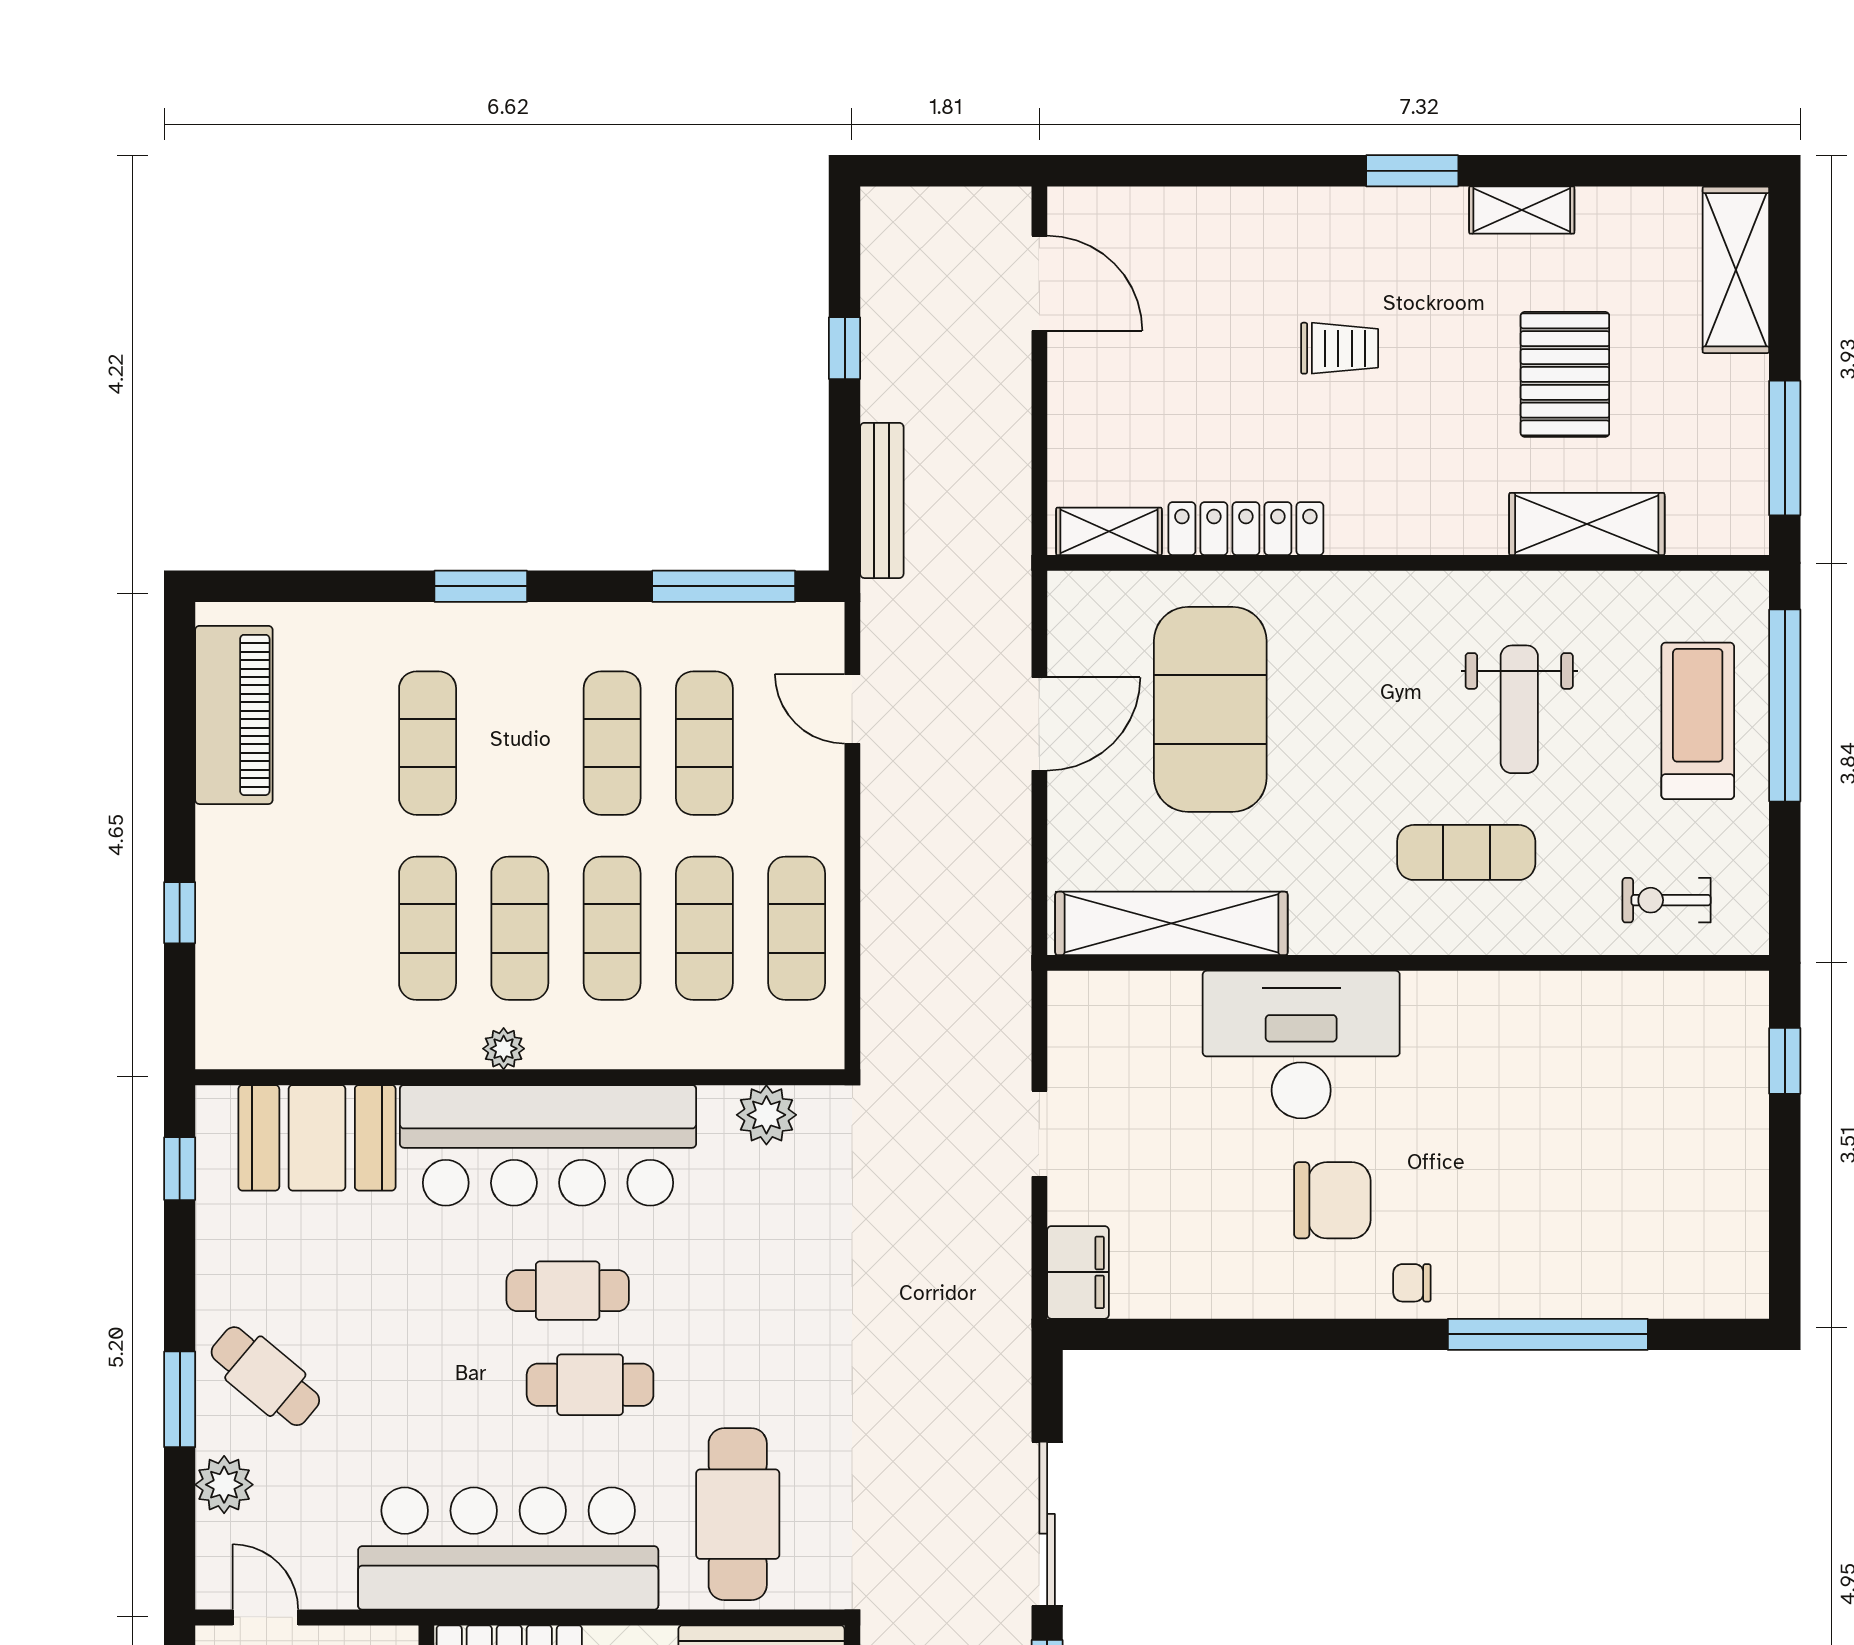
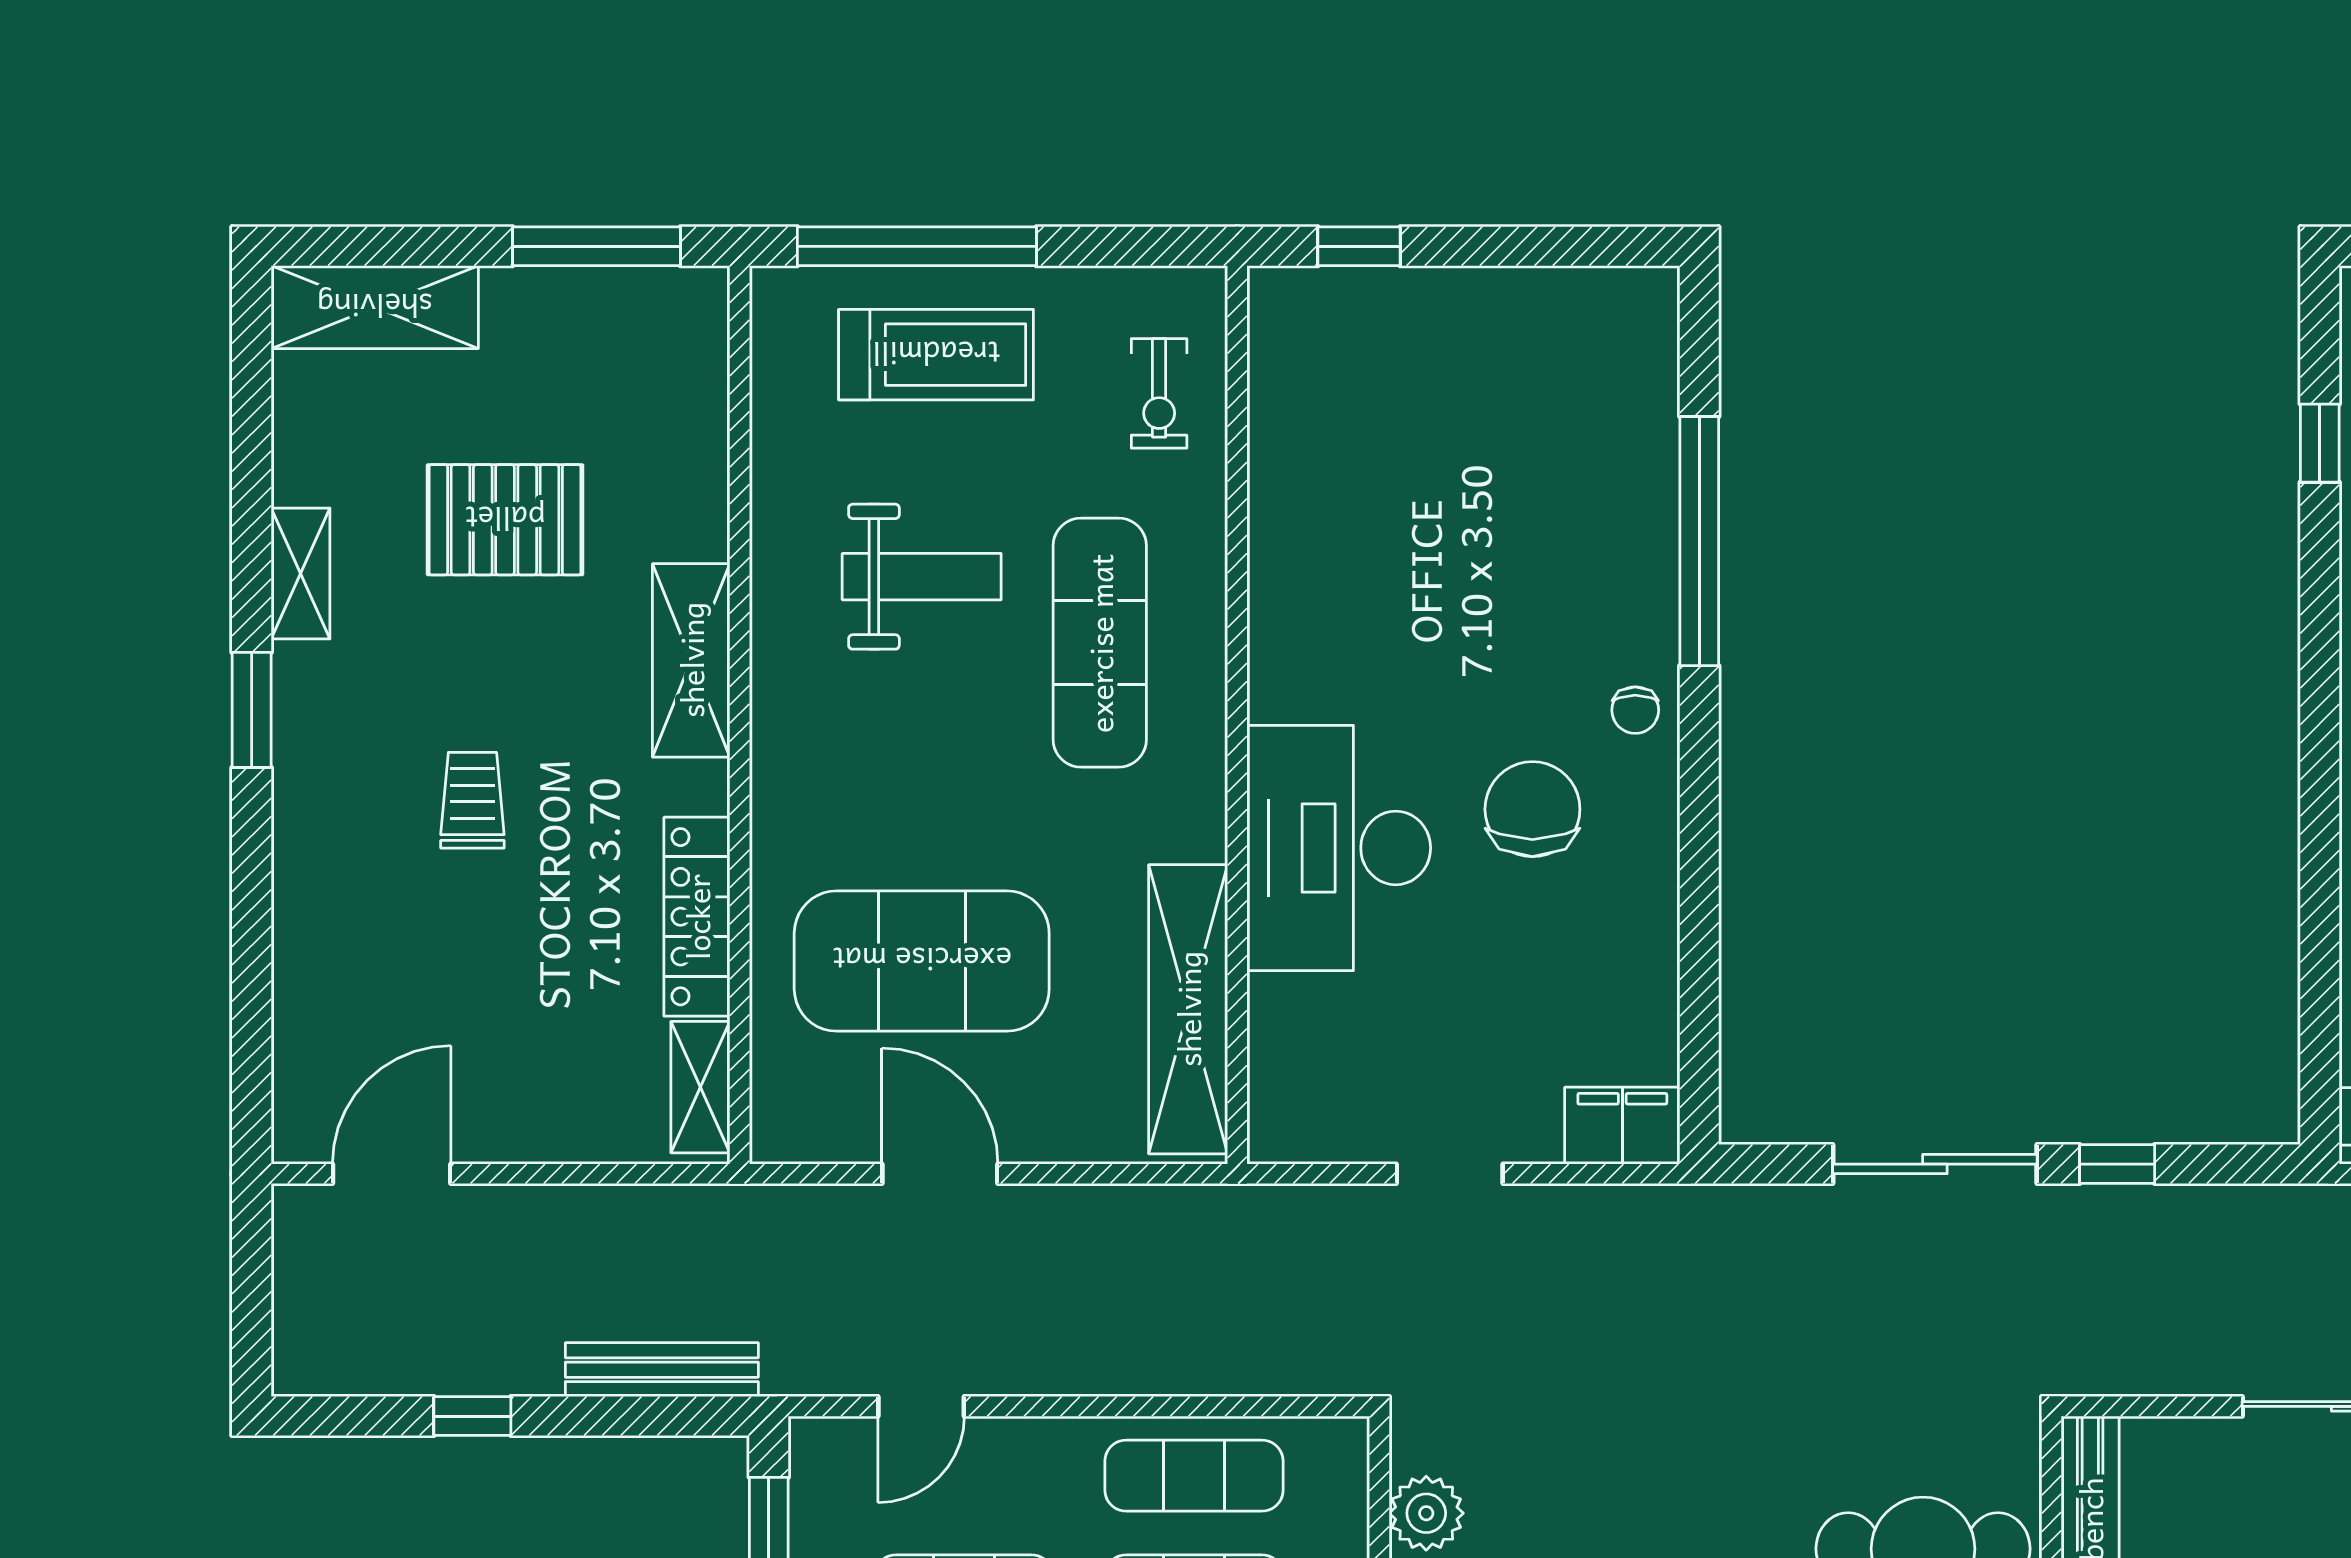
shelving: (1587, 524) -> (691, 660), moved
treadmill: (1698, 721) -> (936, 355), turned 180
exercise mat: (1466, 852) -> (1100, 643), width x1.36, depth x1.45

